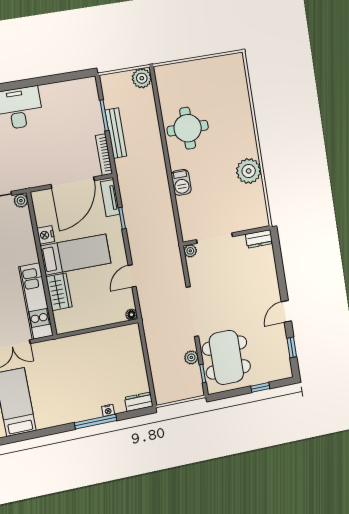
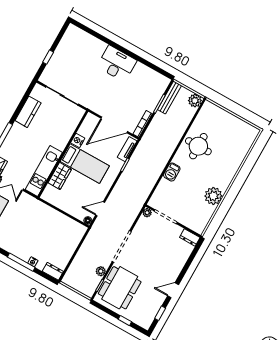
bench: (116, 133) -> (169, 97), moved
plant: (21, 201) -> (80, 112), removed
door: (132, 276) -> (100, 209), moved

